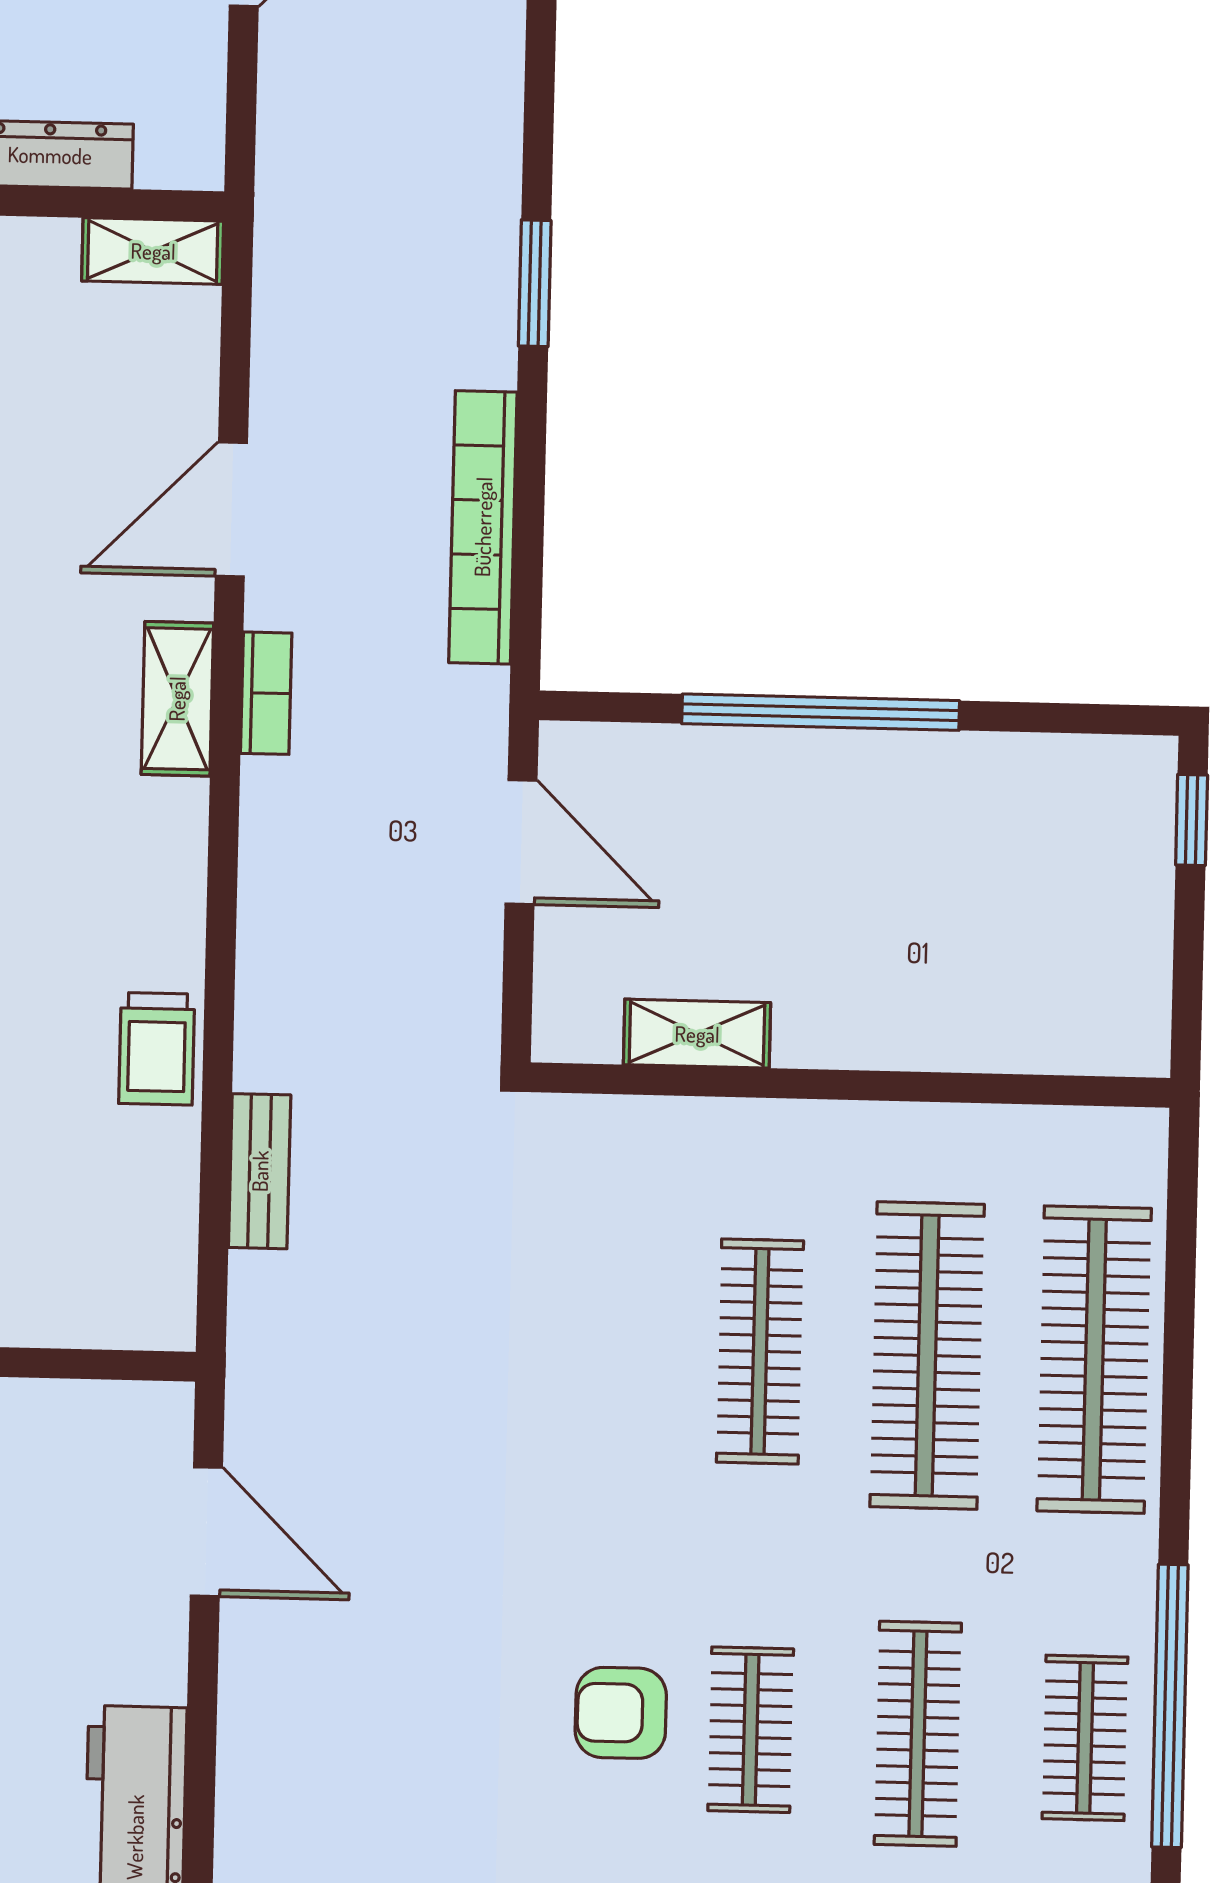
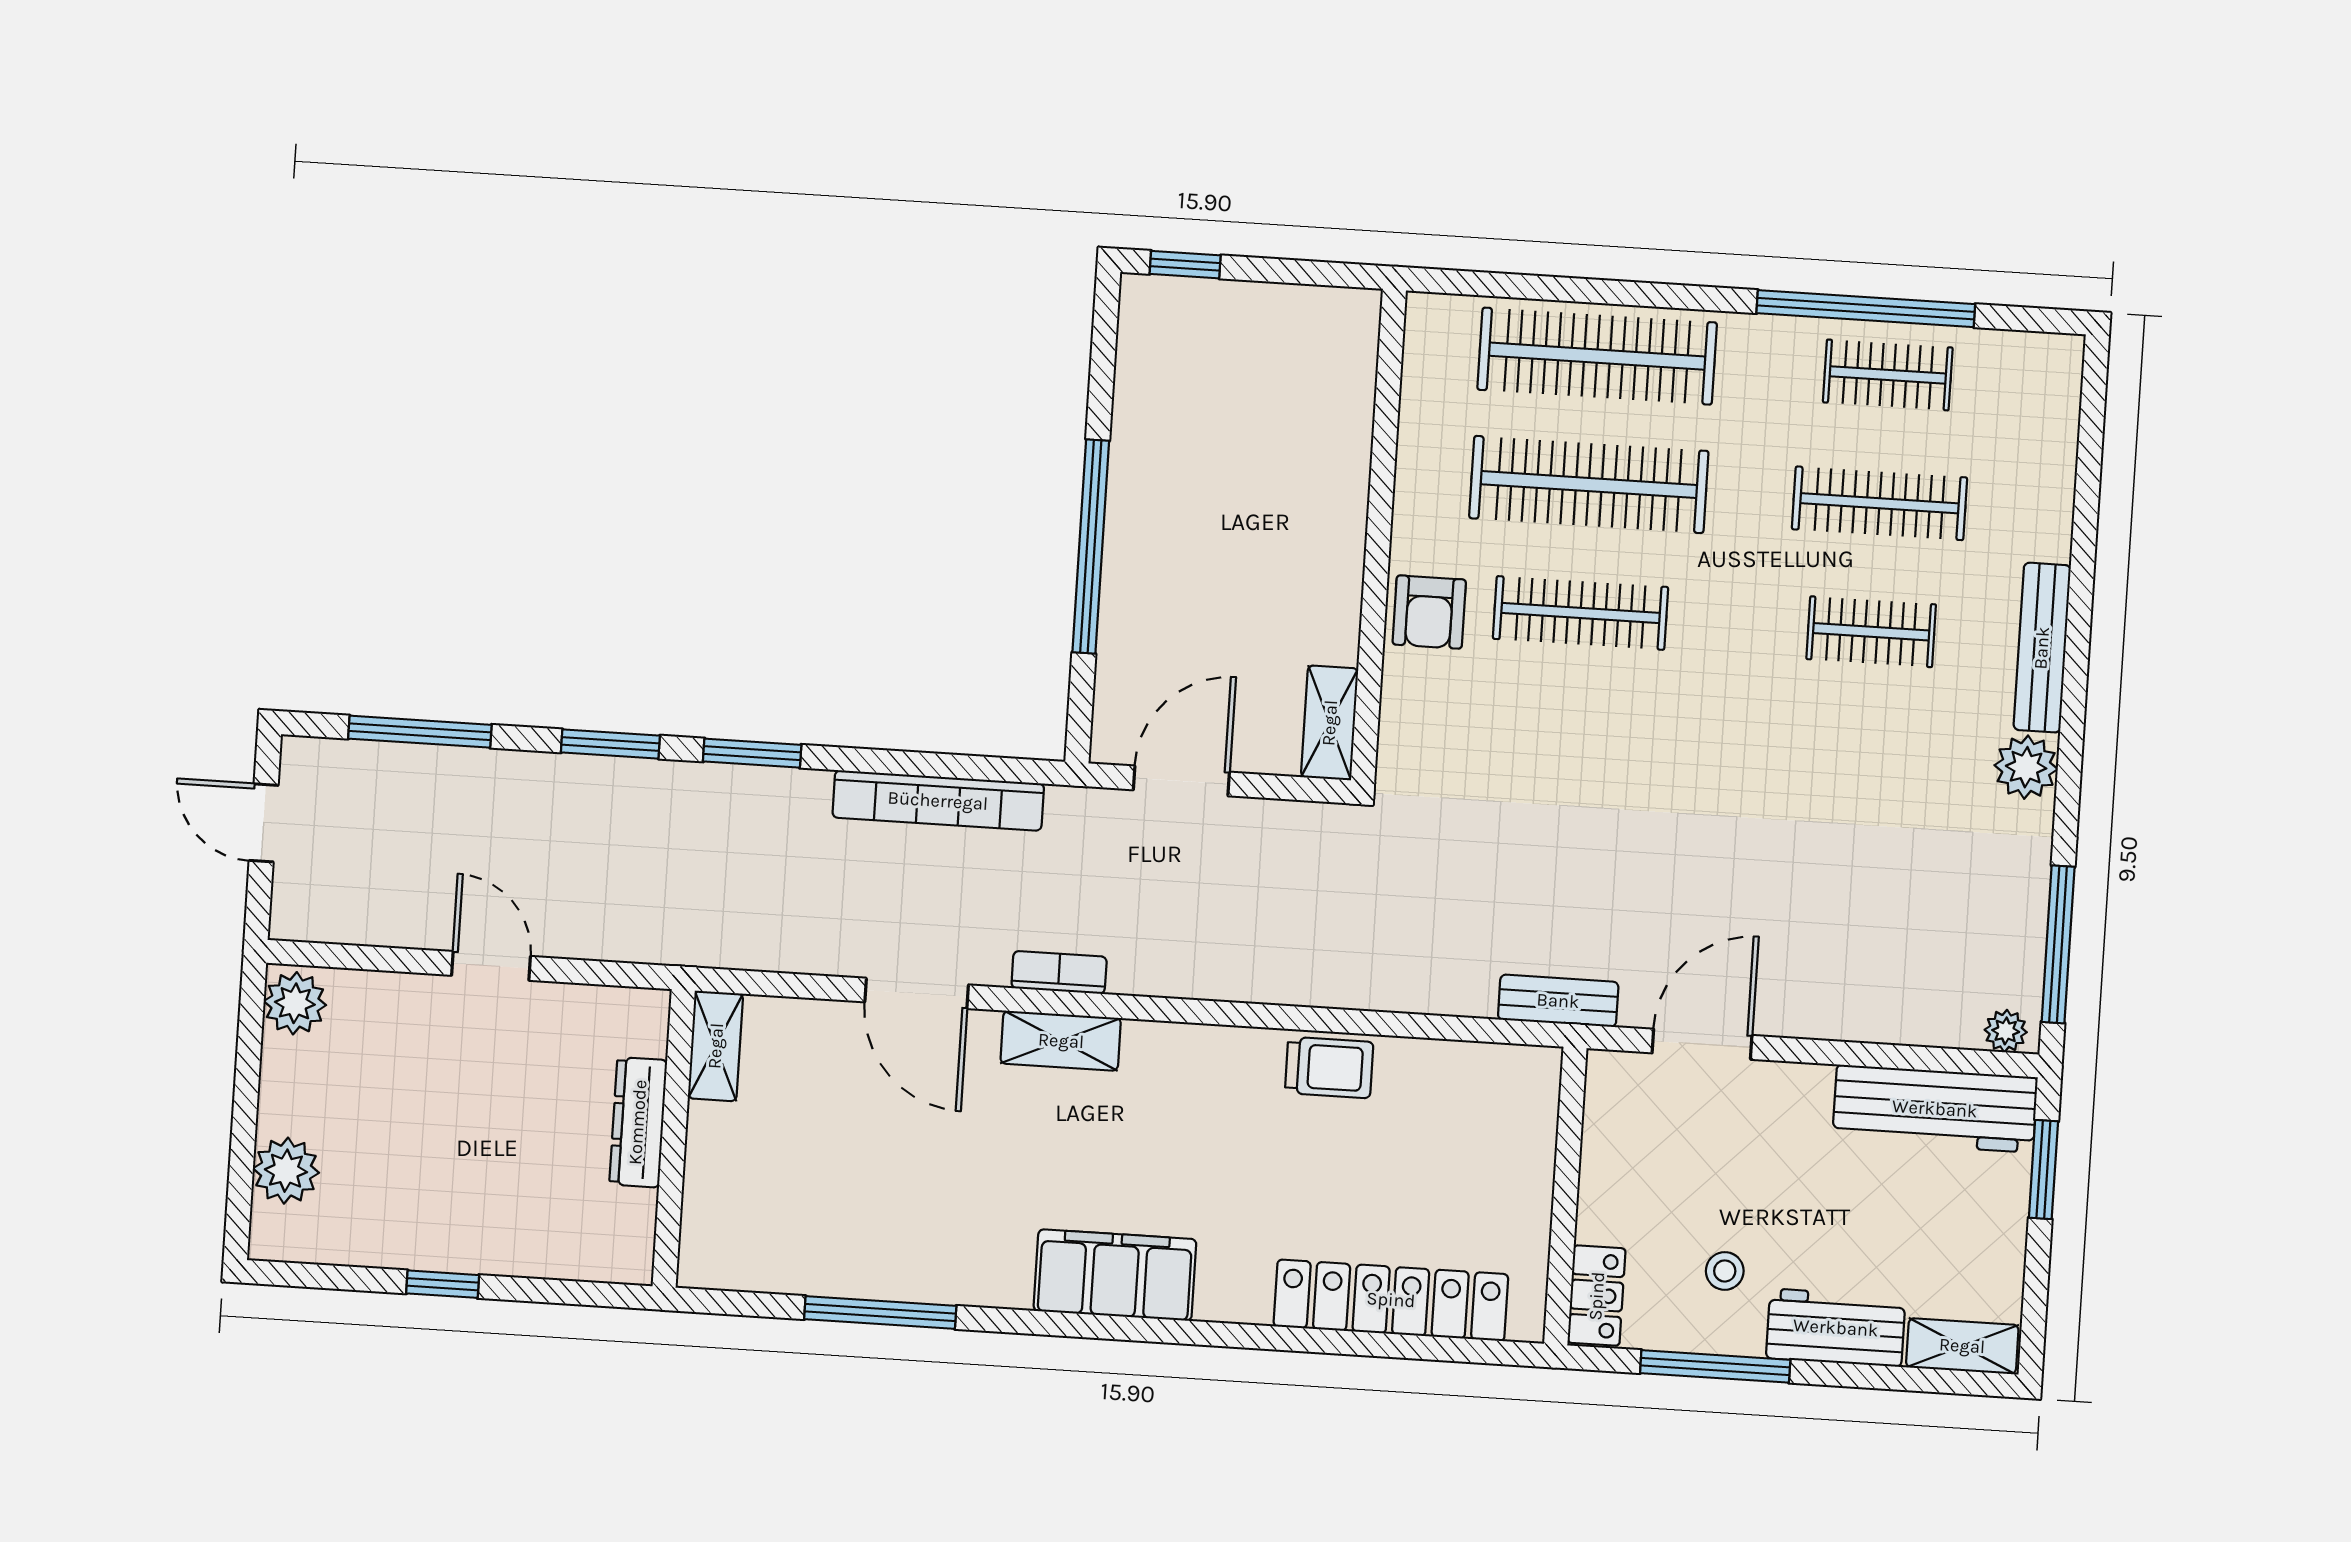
window: (539, 99) -> (610, 744), added
shelving: (697, 1034) -> (1330, 723), moved
bench: (260, 1171) -> (1558, 1001), moved
armchair: (621, 1713) -> (1429, 612), moved

